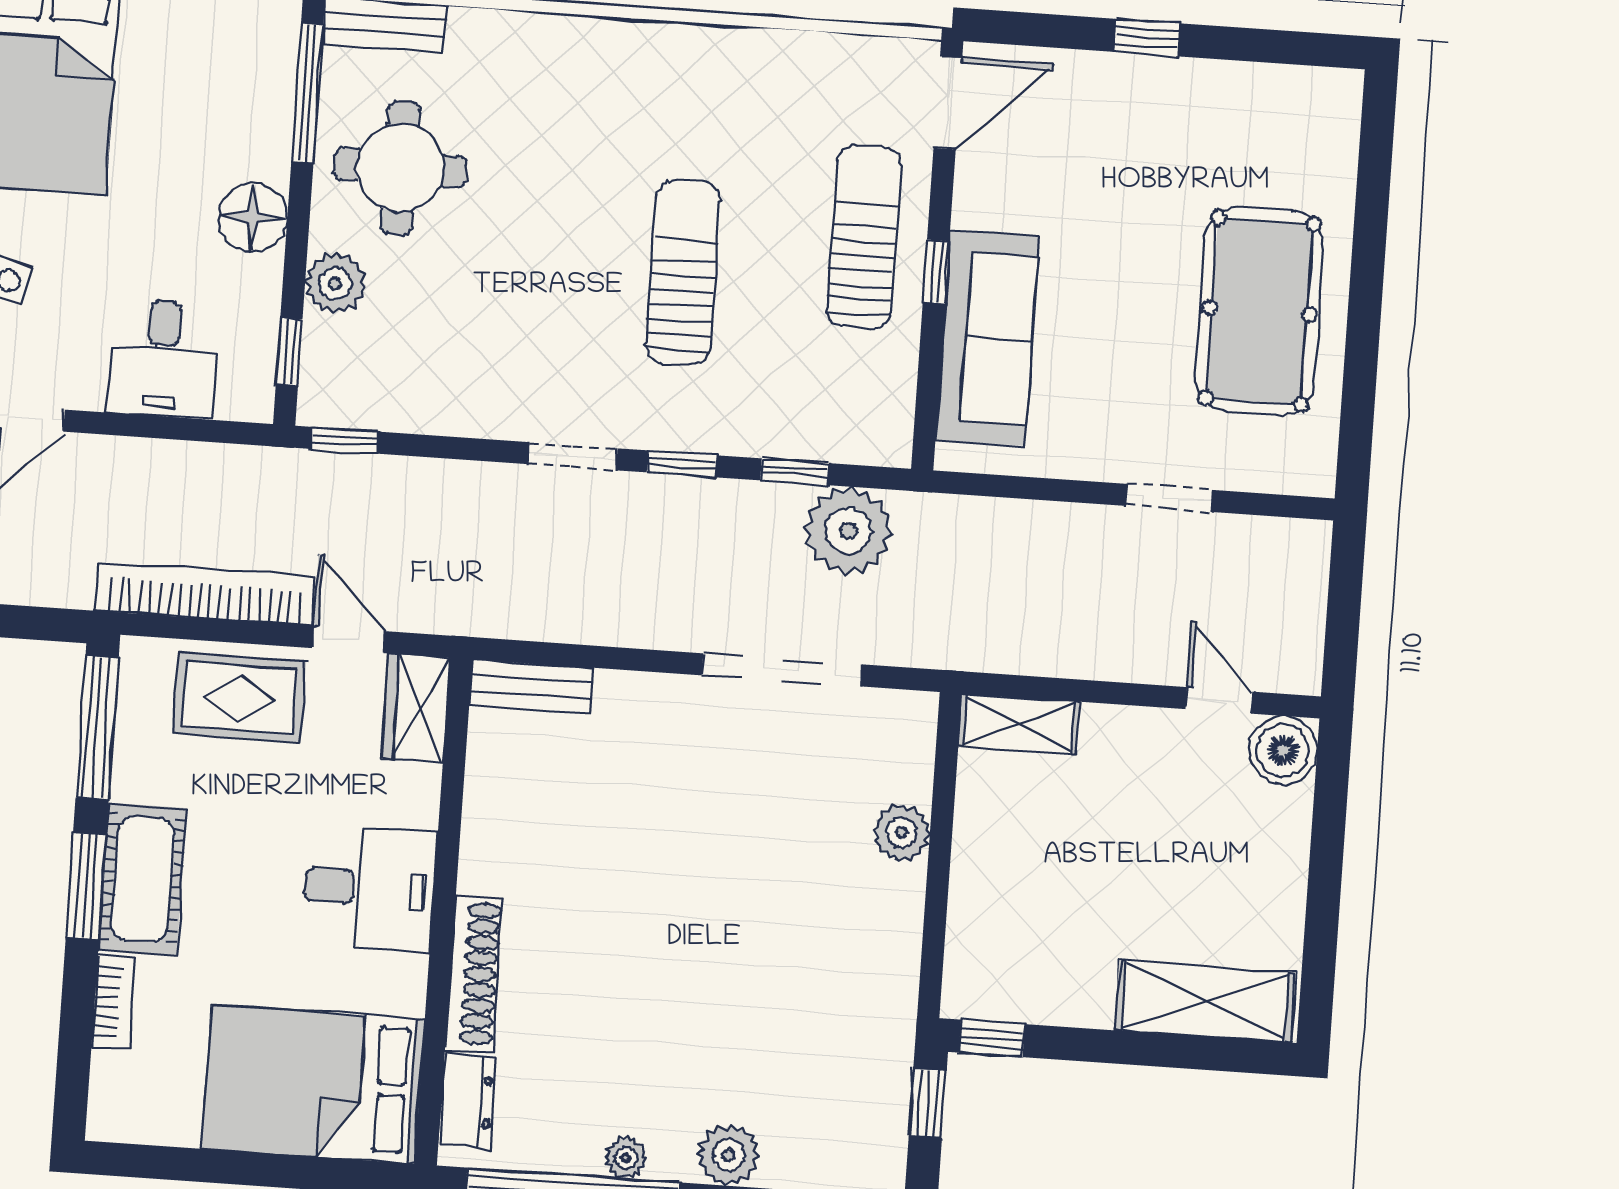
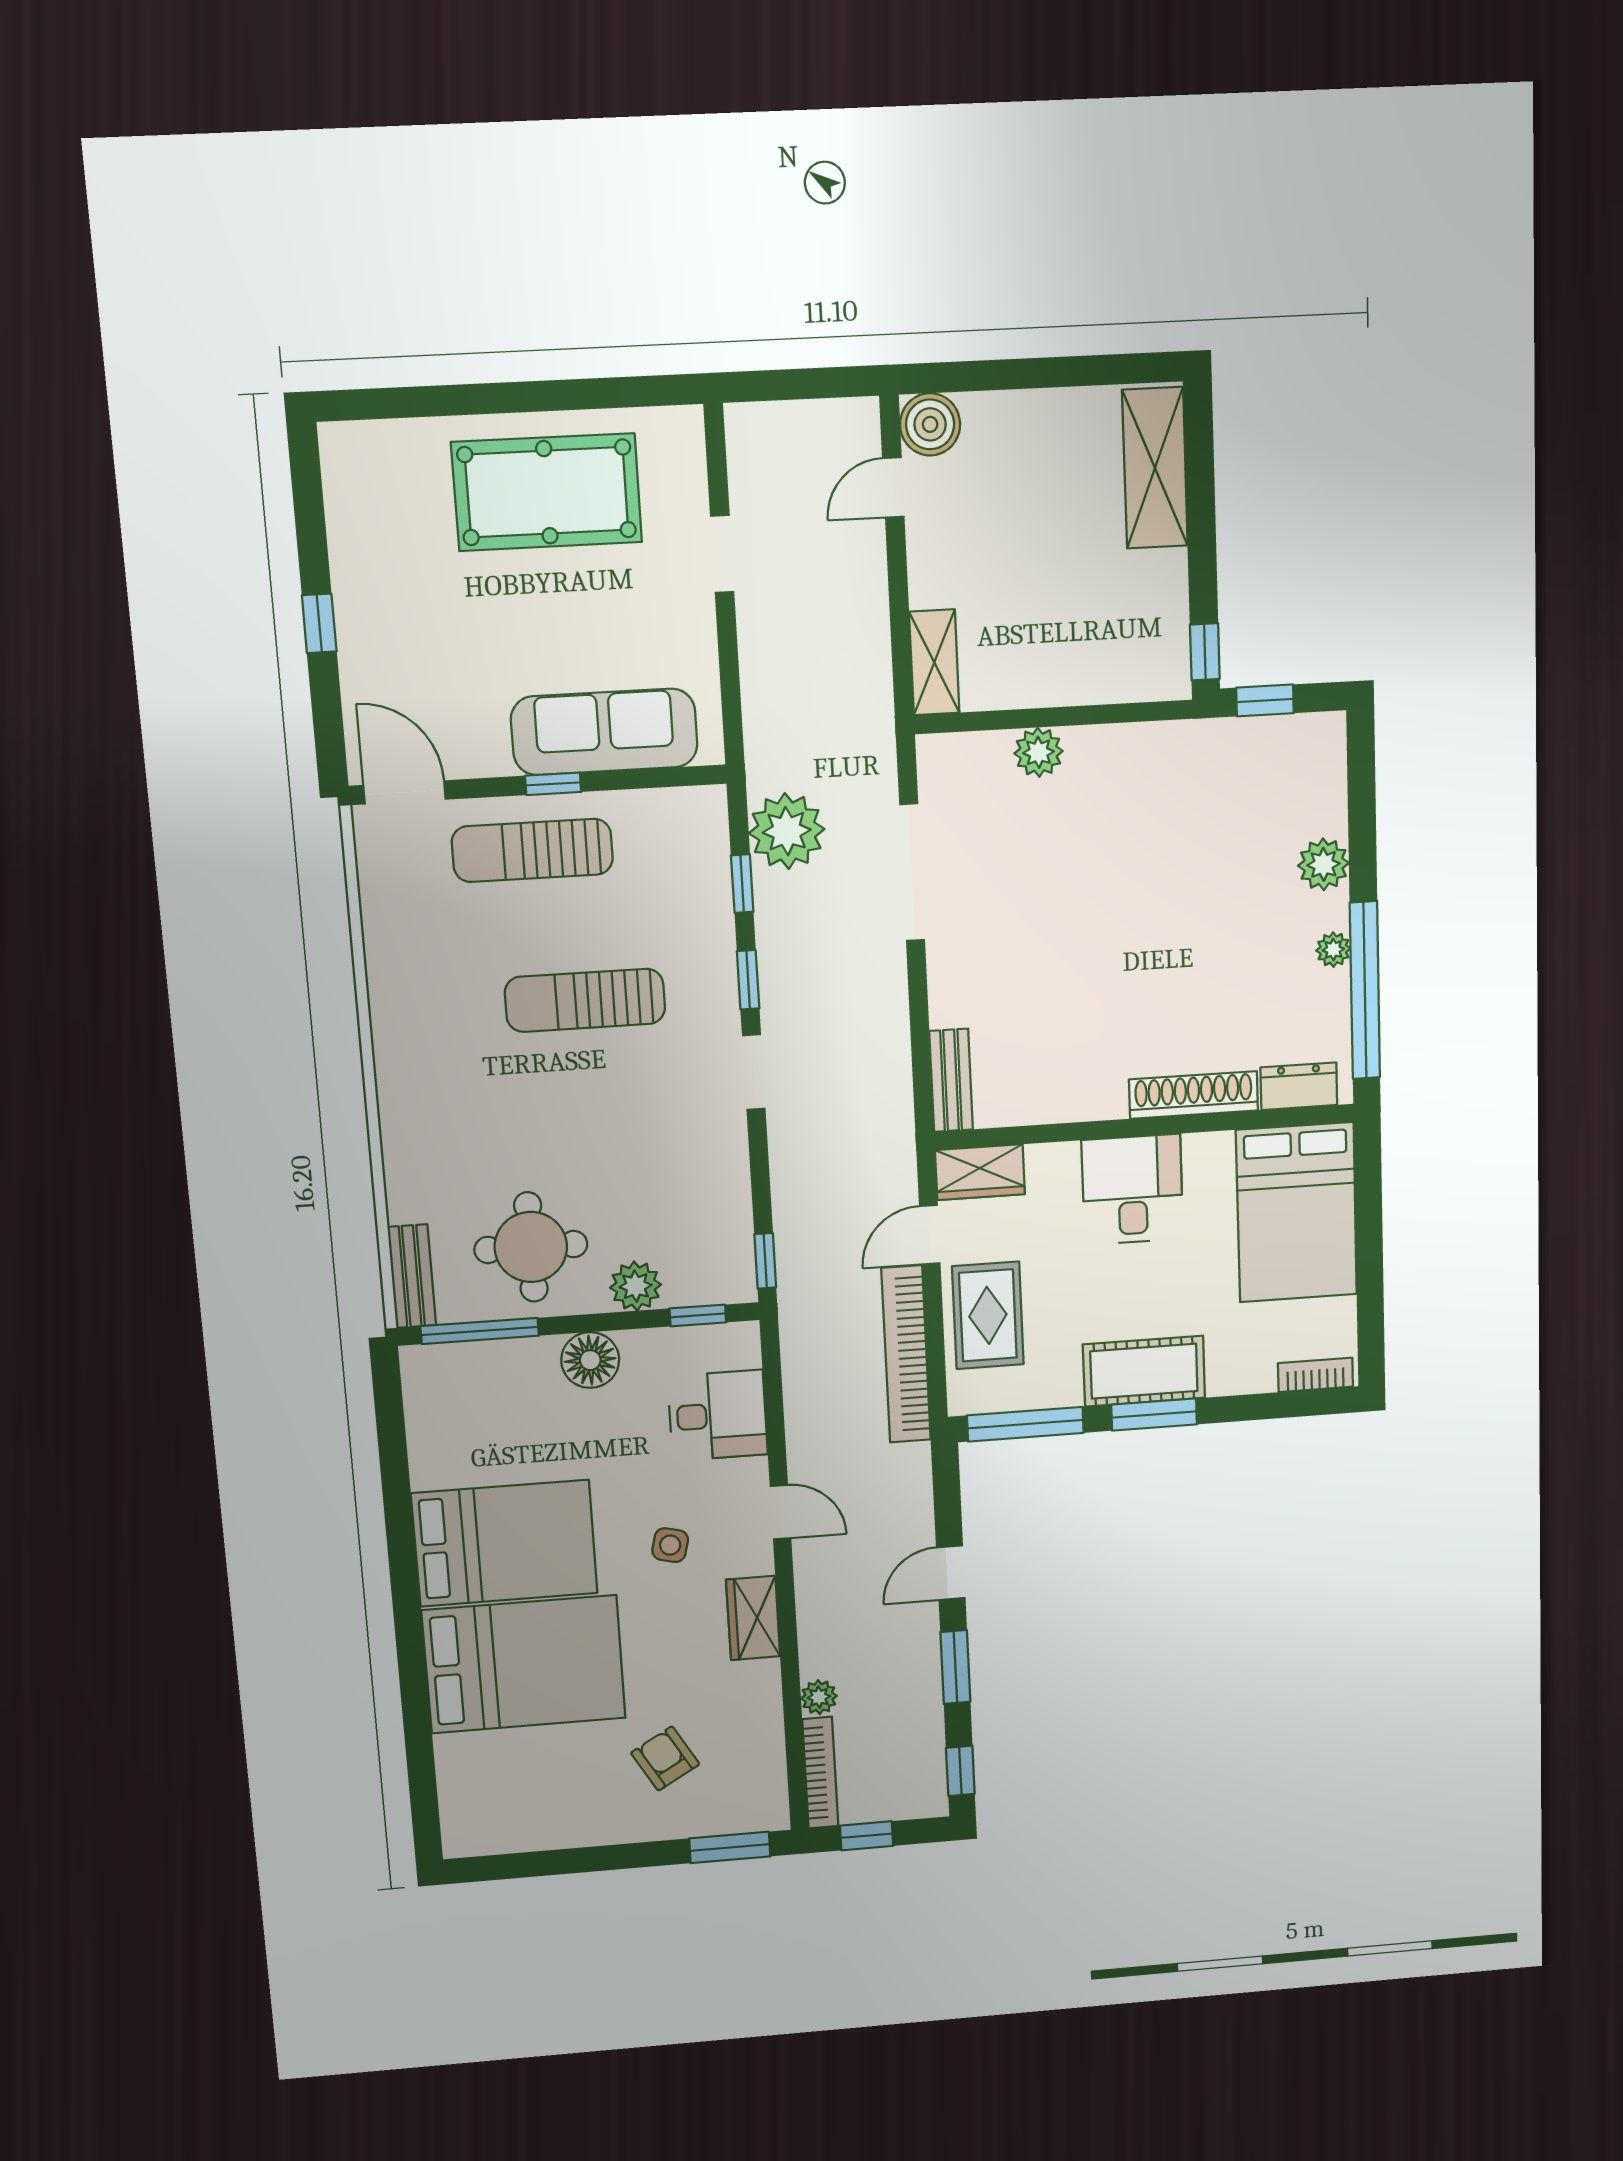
bookcase: (113, 1002) -> (1315, 1375), moved

